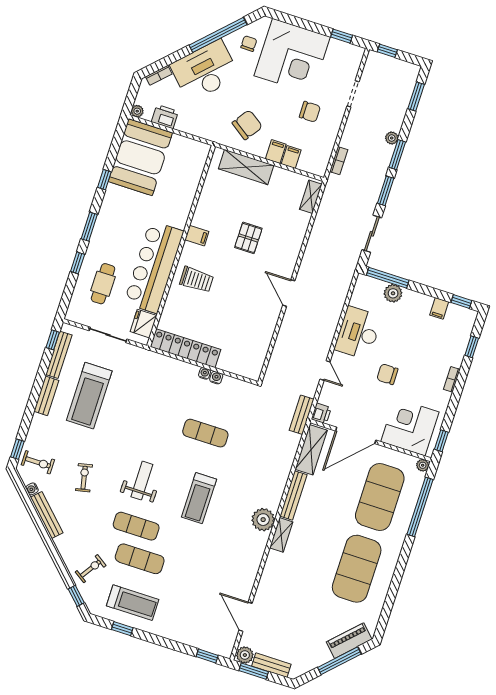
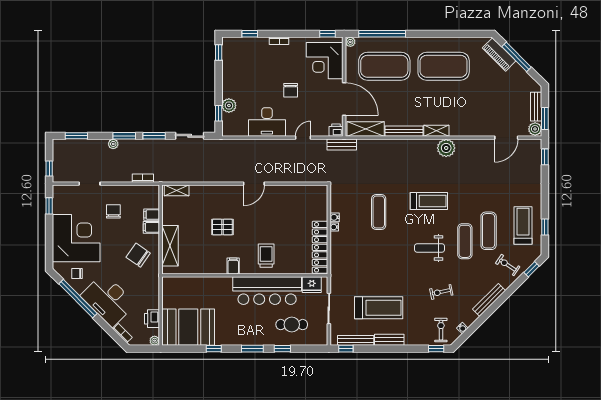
window: (388, 278) -> (219, 113), width x0.46
filing cabinet: (439, 308) -> (229, 67), removed
bench: (47, 515) -> (489, 300), moved
plant: (263, 520) -> (446, 148), moved

